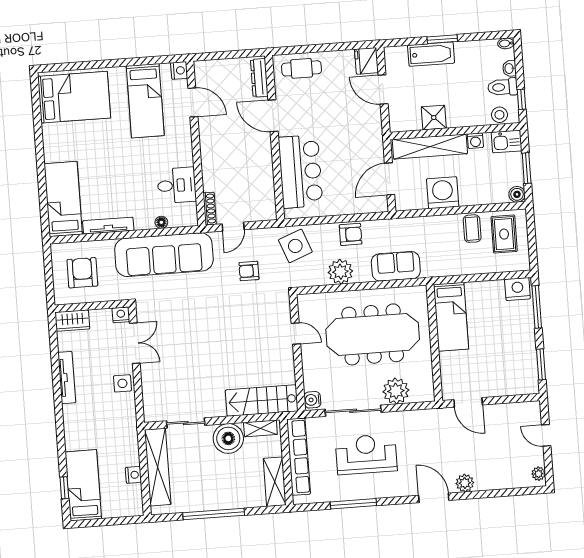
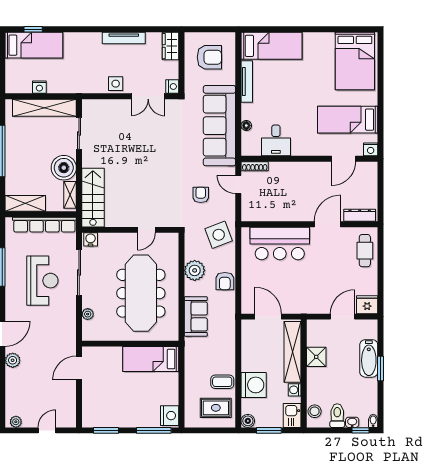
window: (522, 99) -> (360, 430), moved
washing machine: (443, 193) -> (254, 385), moved
plant: (396, 391) -> (88, 314), width x0.53, depth x0.53

